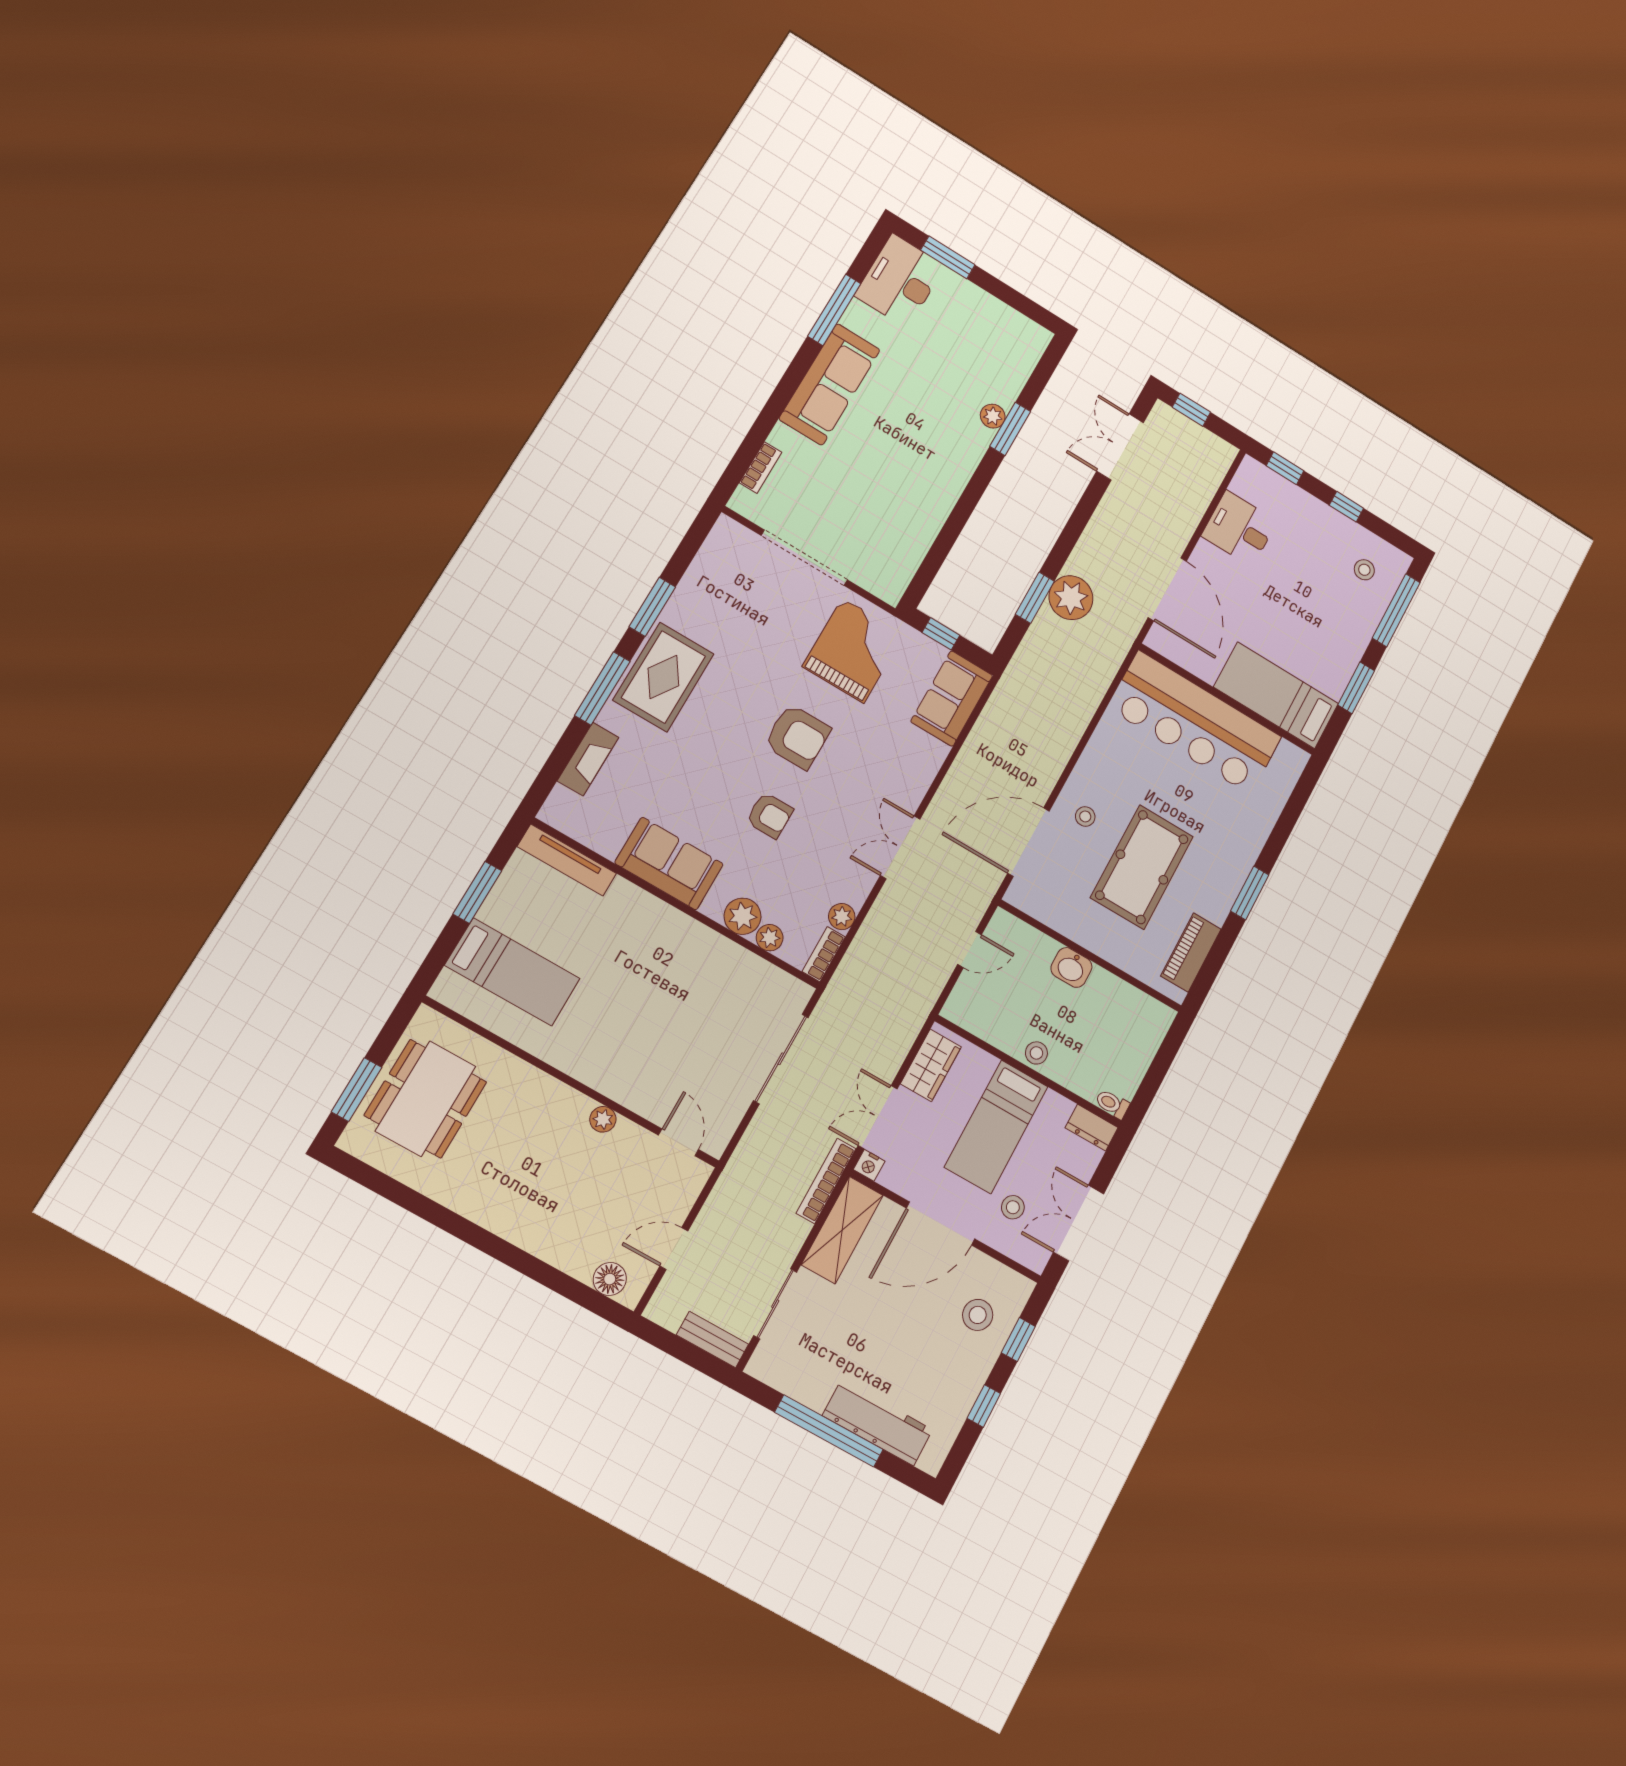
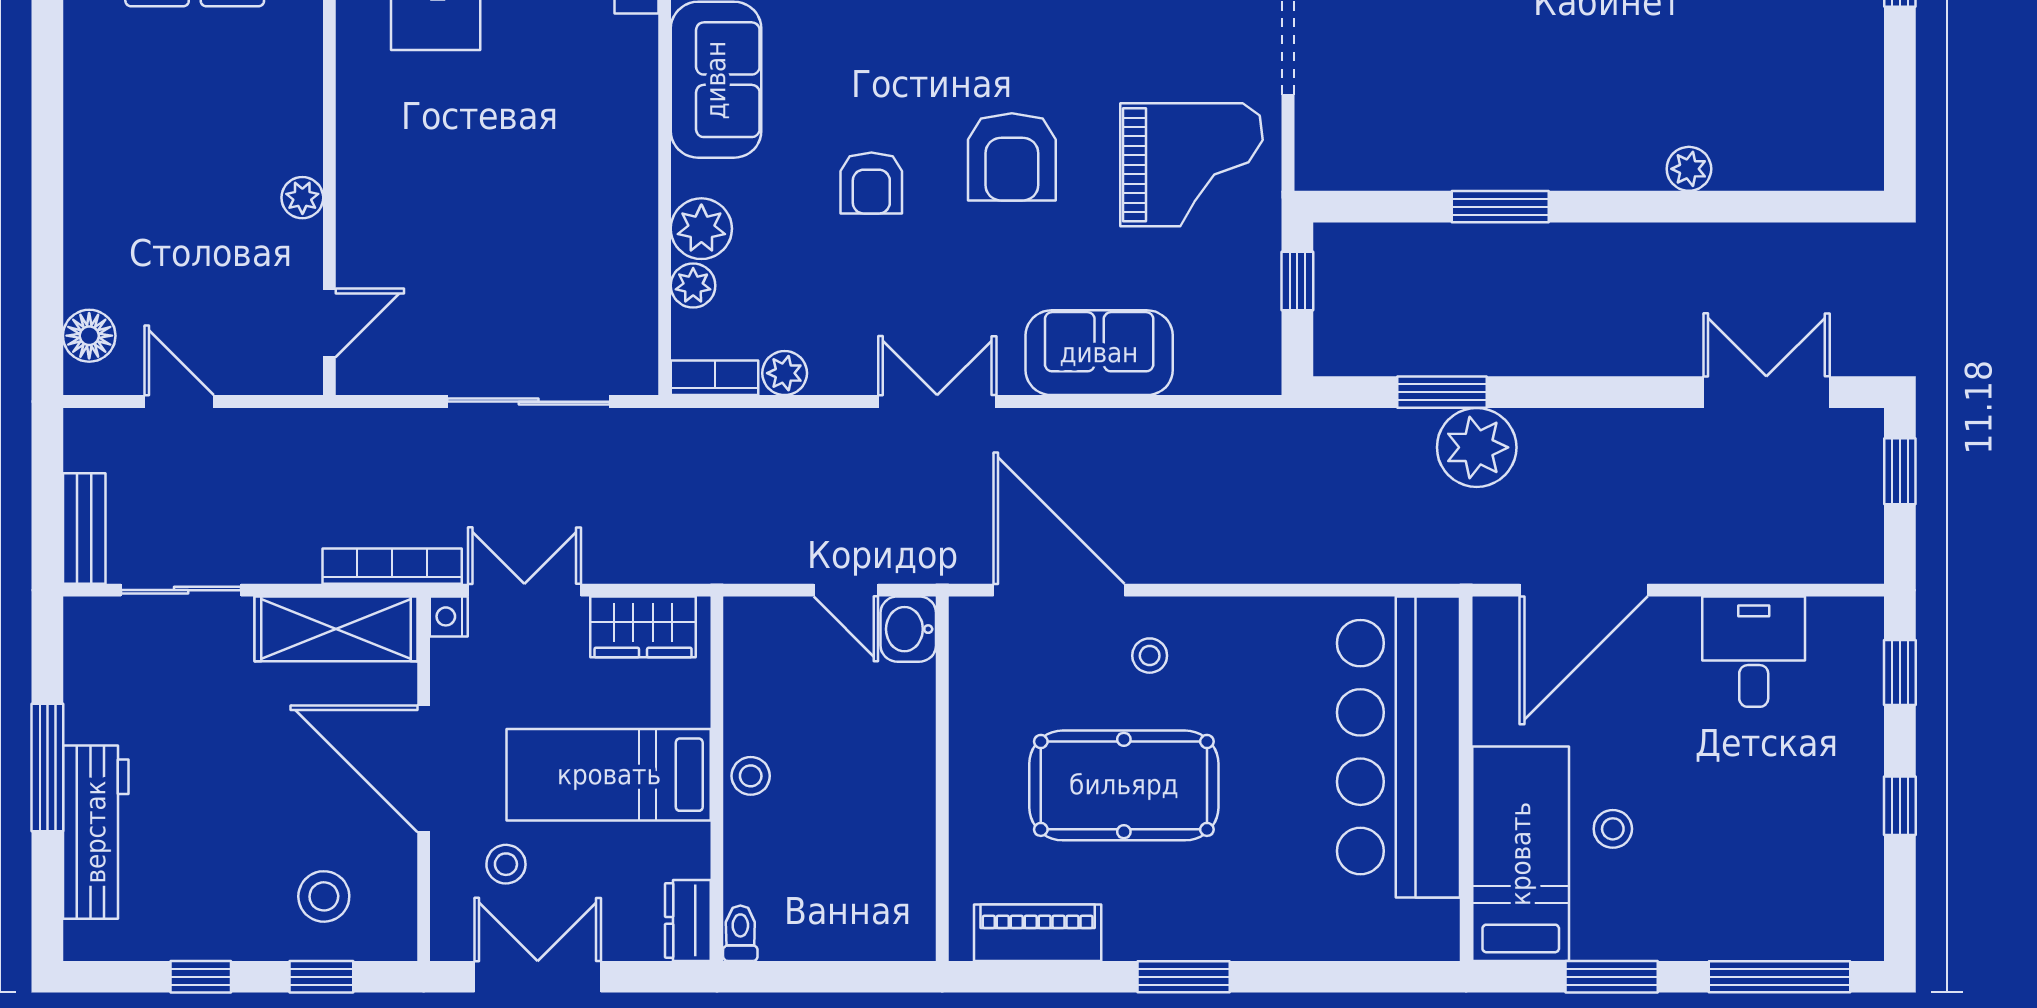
window: (1010, 429) -> (1500, 207), moved
stool: (1364, 570) -> (1613, 829), moved
sofa: (952, 698) -> (1099, 353), moved
washbasin: (1071, 967) -> (908, 629), moved
window: (829, 1431) -> (47, 767), width x0.68

